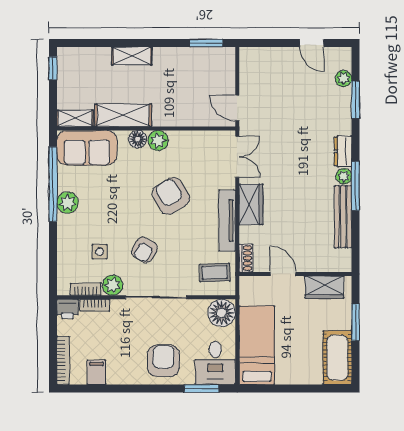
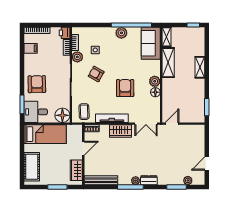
floor lamp: (138, 139) -> (155, 92), moved
armchair: (171, 196) -> (125, 88), turned -59
bench: (343, 217) -> (101, 180), moved
cot: (337, 358) -> (32, 167), moved, turned 90
armchair: (163, 361) -> (37, 84), turned -92

